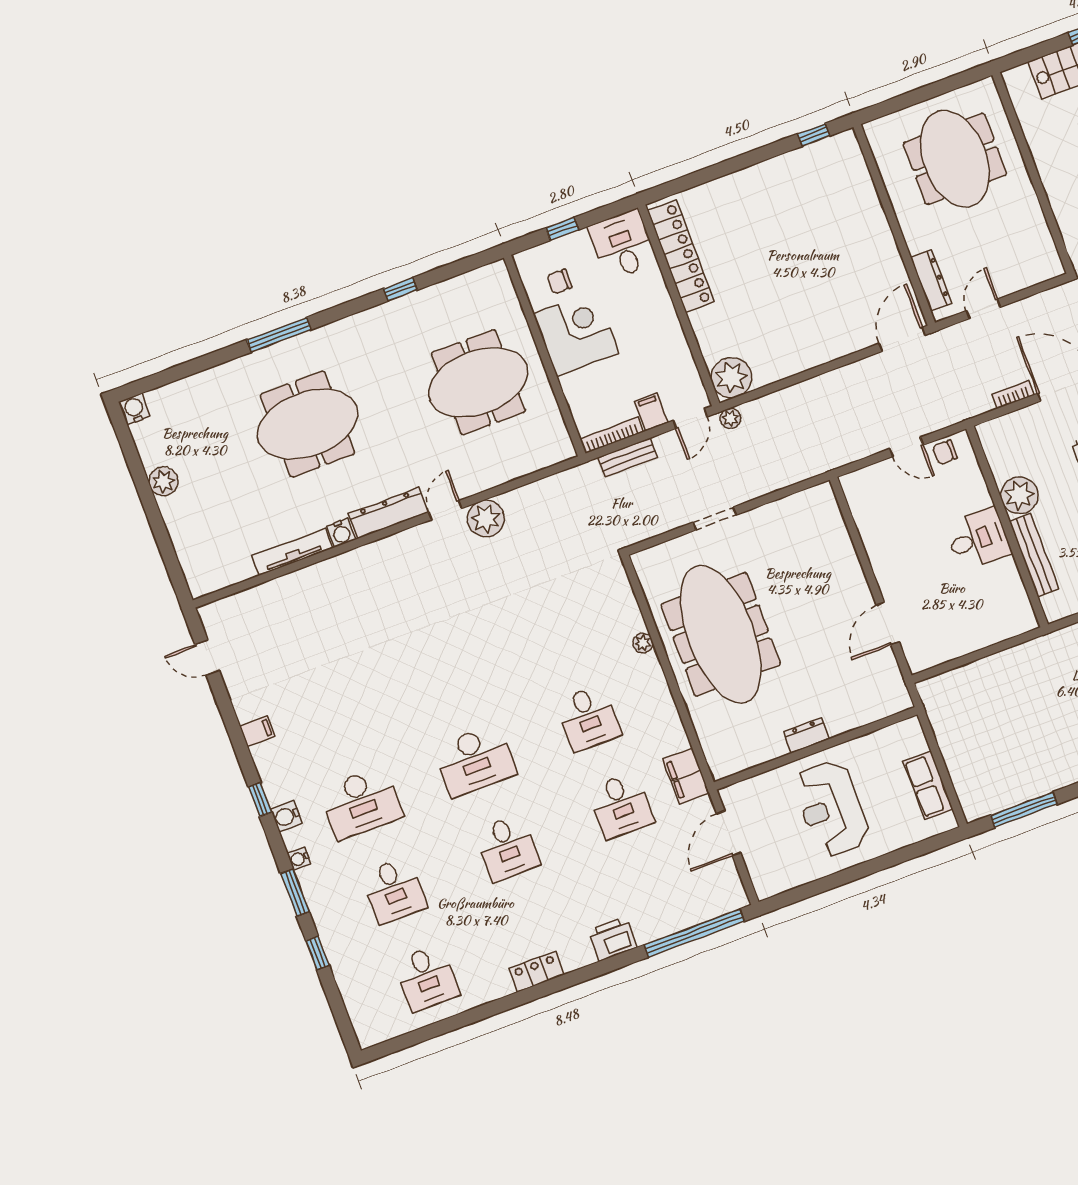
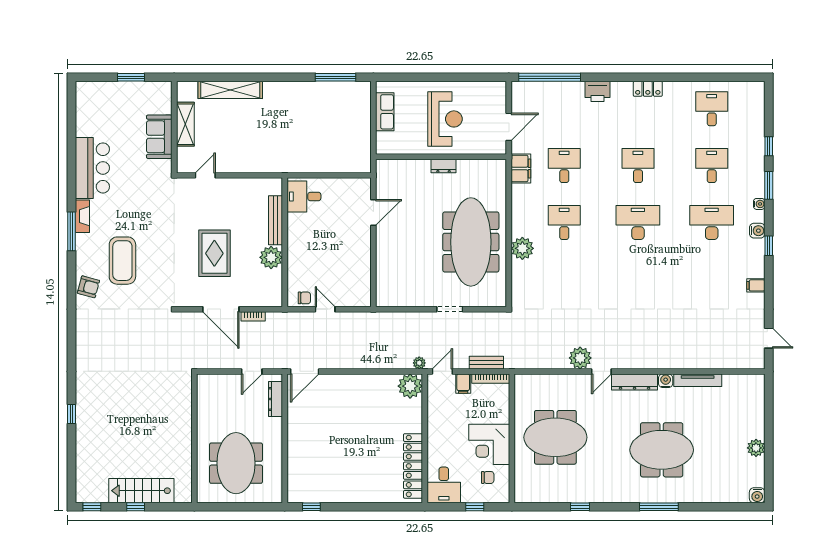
desk: (978, 539) -> (304, 197), moved
plant: (643, 643) -> (522, 248), width x1.87, depth x1.87

